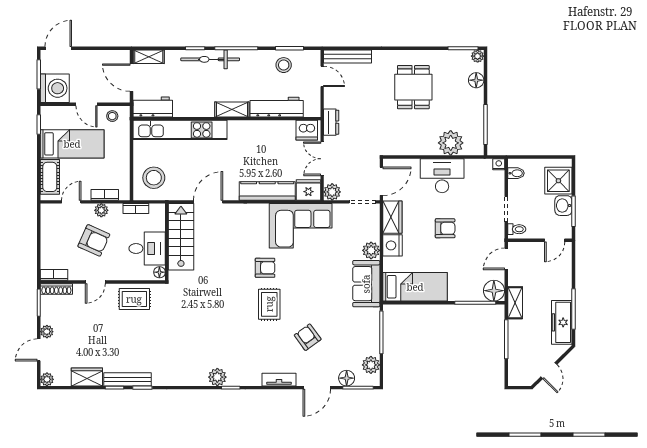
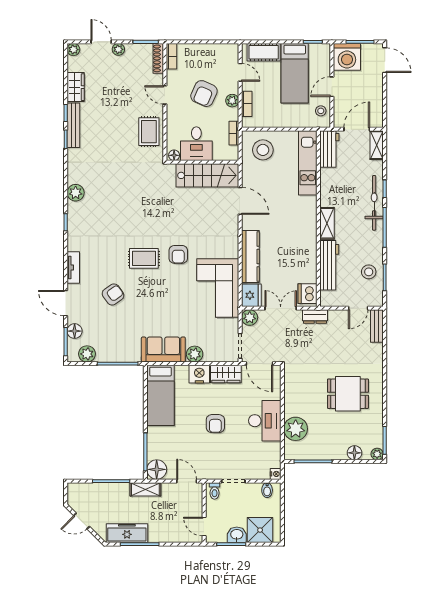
bench: (348, 56) -> (377, 326), width x0.73
kitchen unit: (180, 130) -> (308, 163), width x0.73
plant: (217, 377) -> (76, 193), moved

